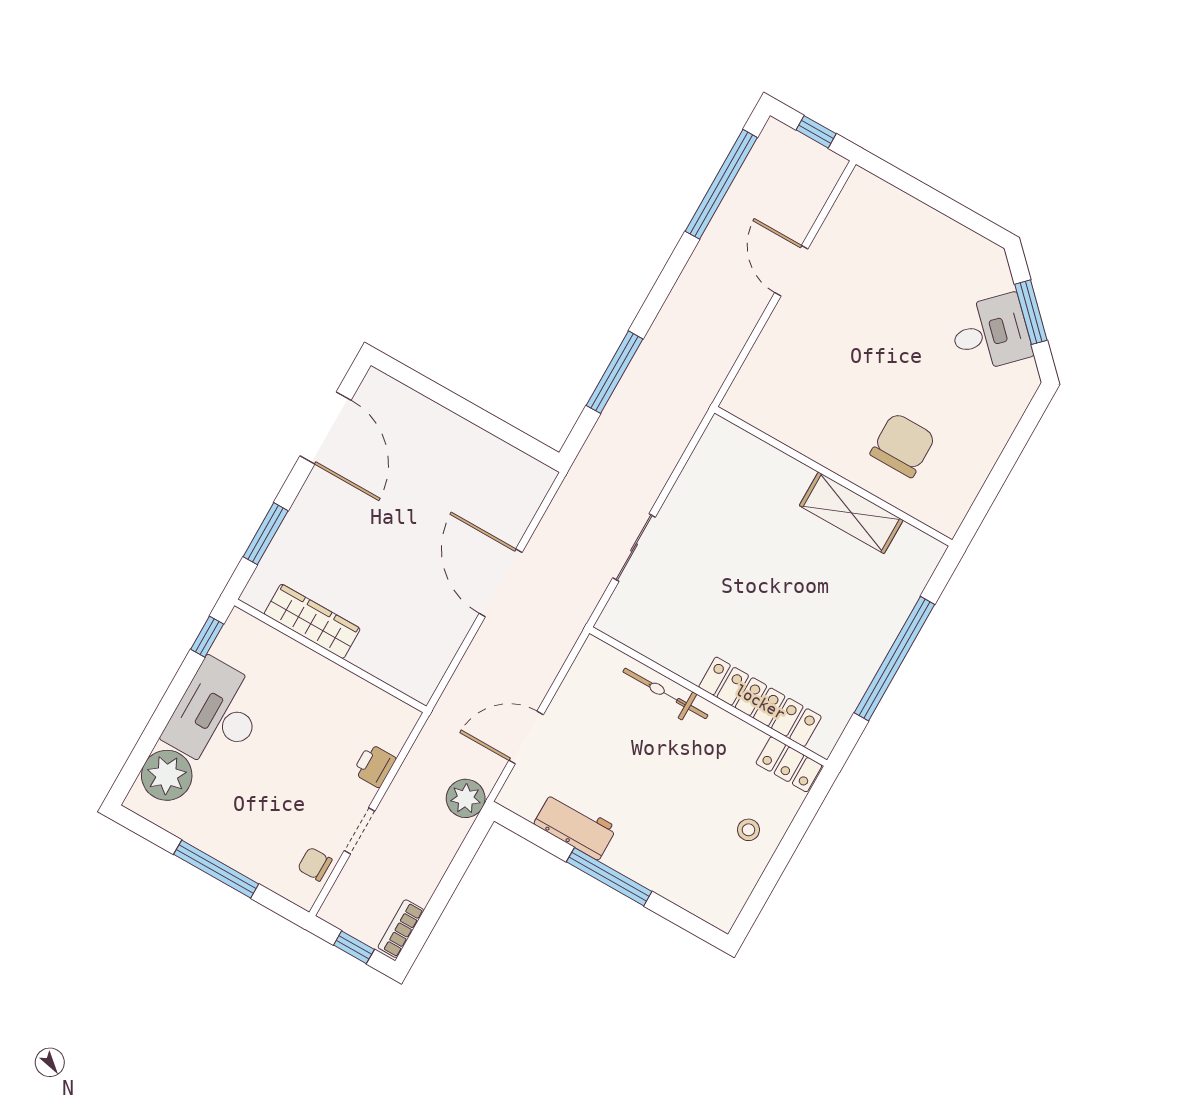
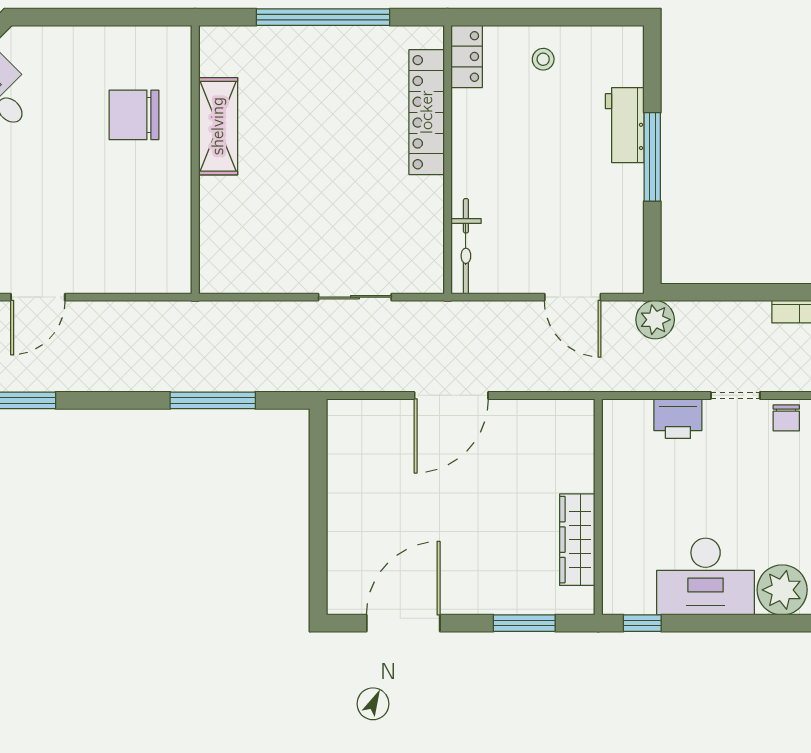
bicycle: (665, 693) -> (466, 246), moved
printer: (374, 766) -> (678, 419), width x1.36, depth x1.24
workbench: (575, 826) -> (625, 125), moved

